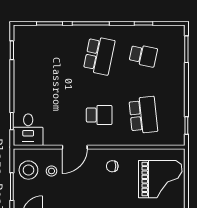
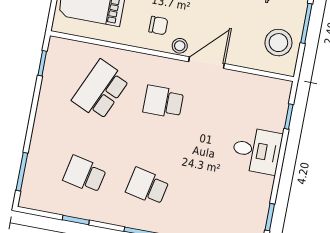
school desk: (99, 55) -> (147, 186), width x0.54
school desk: (143, 115) -> (101, 90), turned 30
desk: (28, 130) -> (257, 151), moved, turned 90
stool: (52, 171) -> (180, 46), moved

